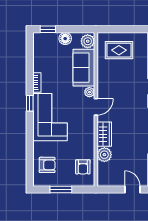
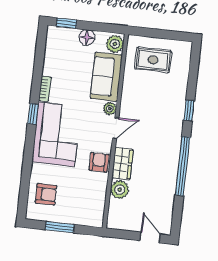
armchair: (83, 167) -> (99, 162), moved, turned 180

